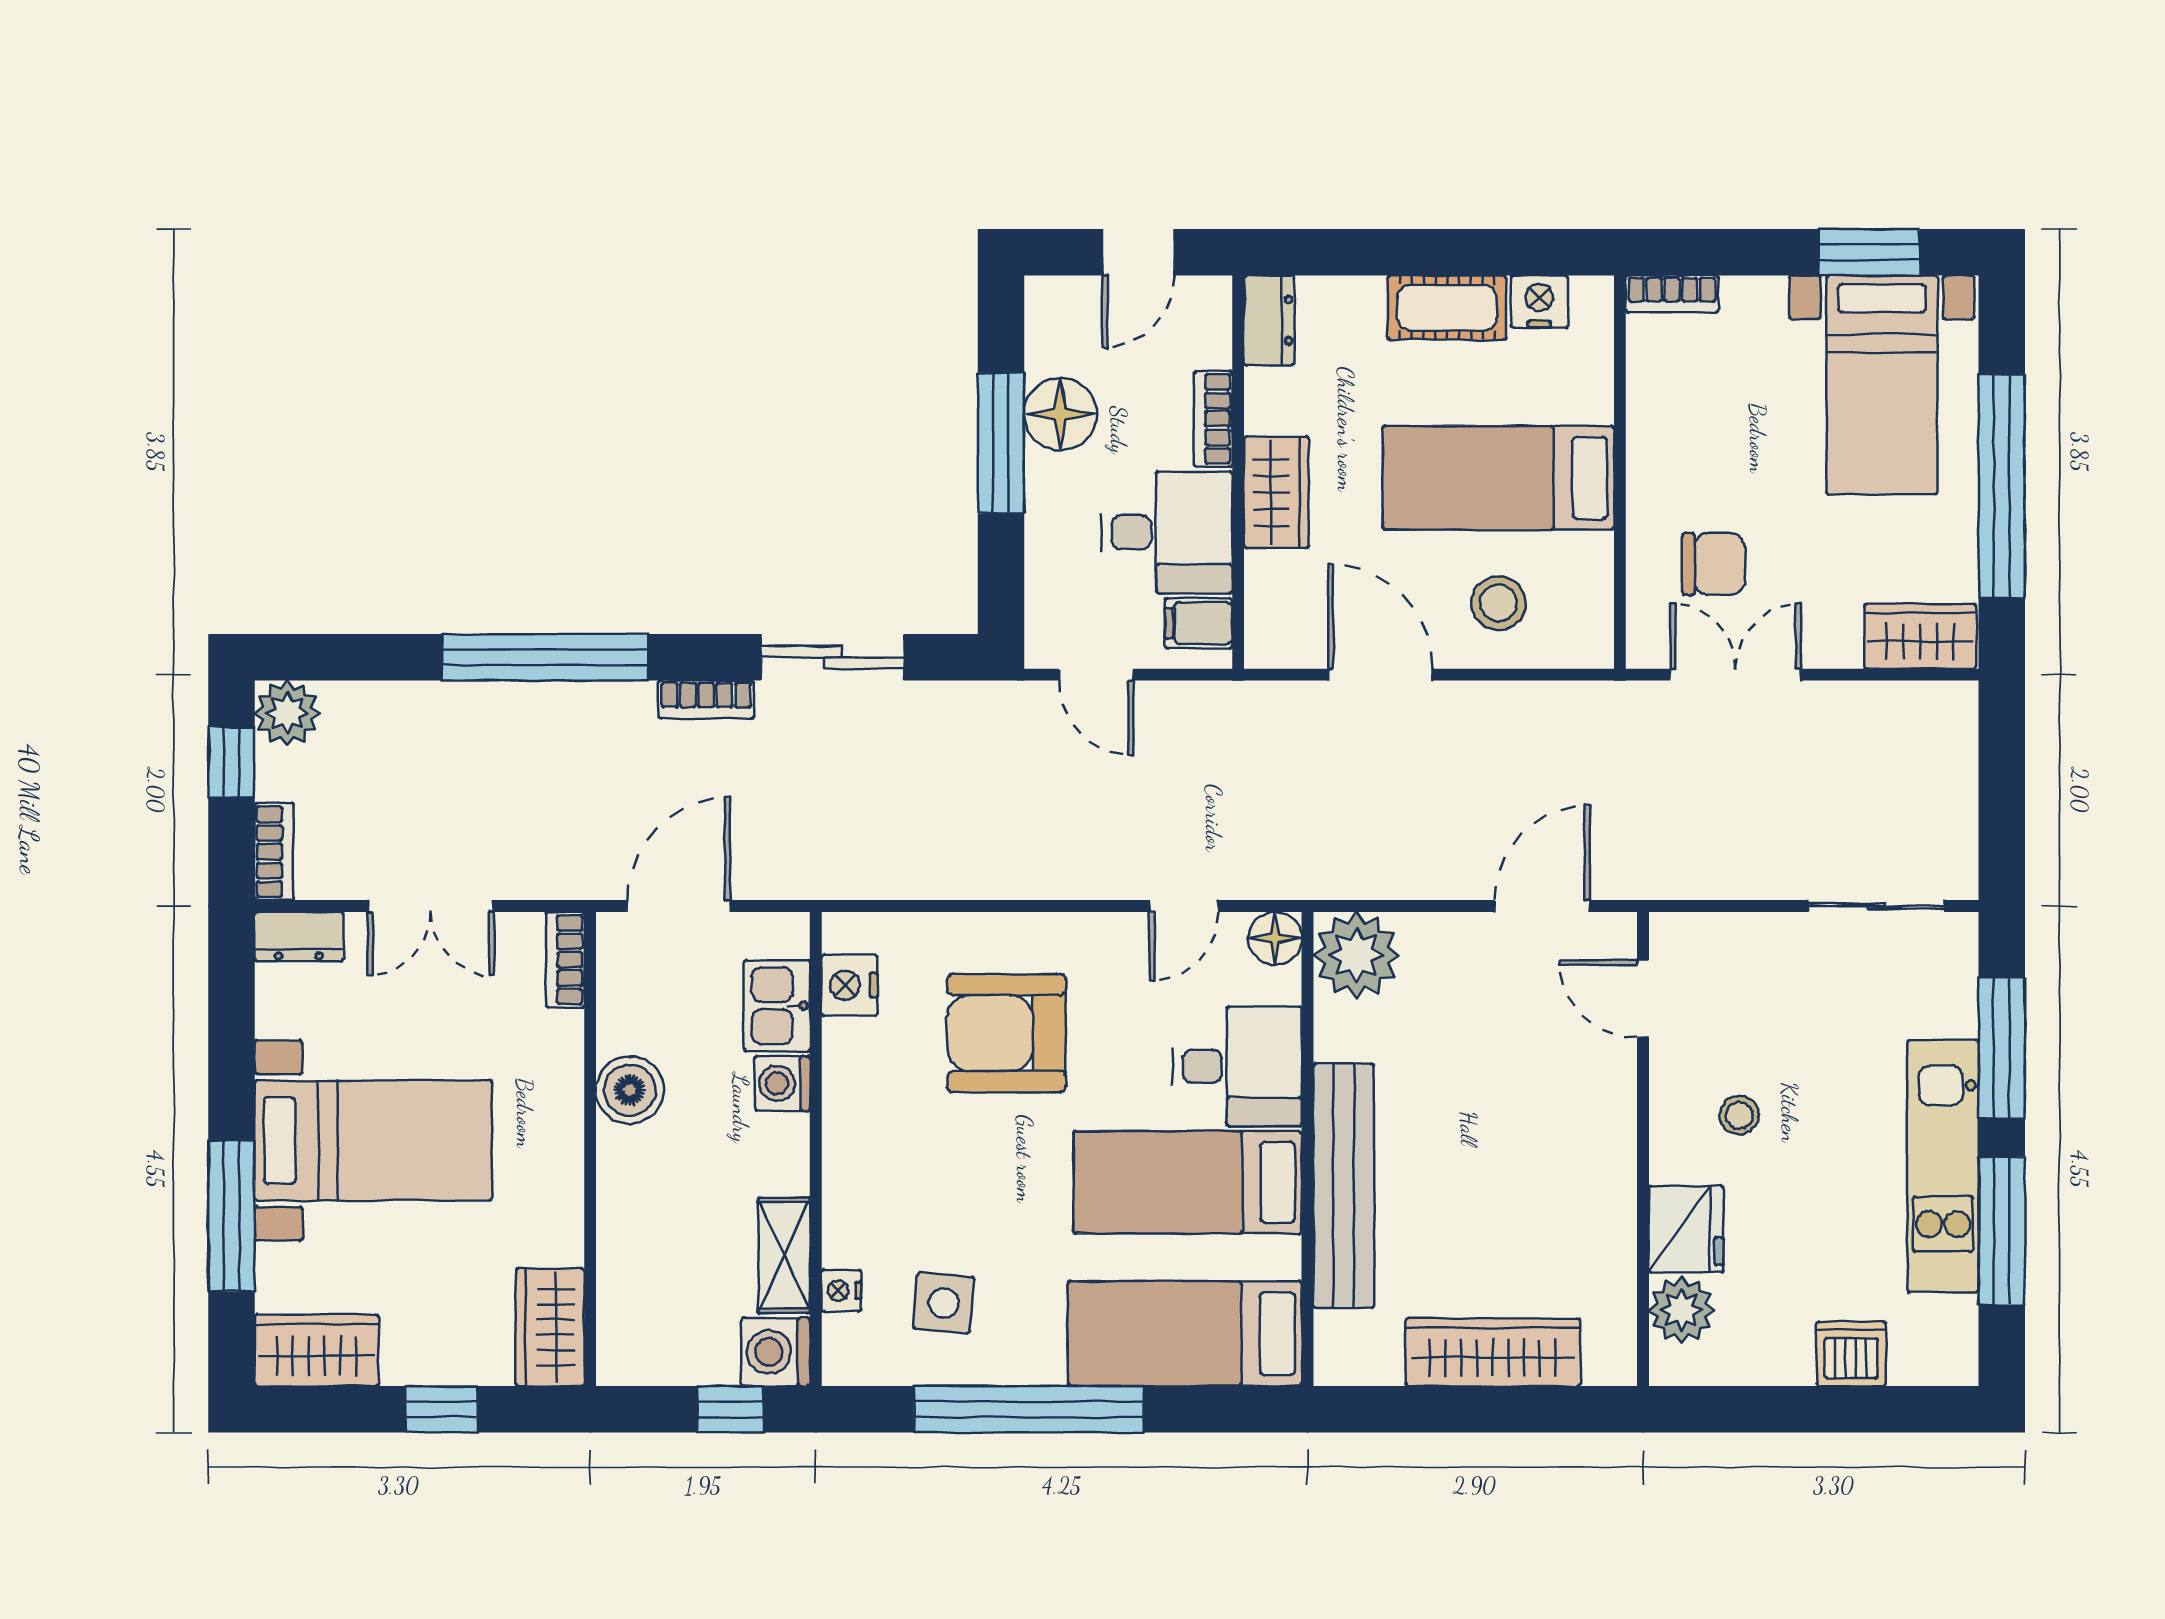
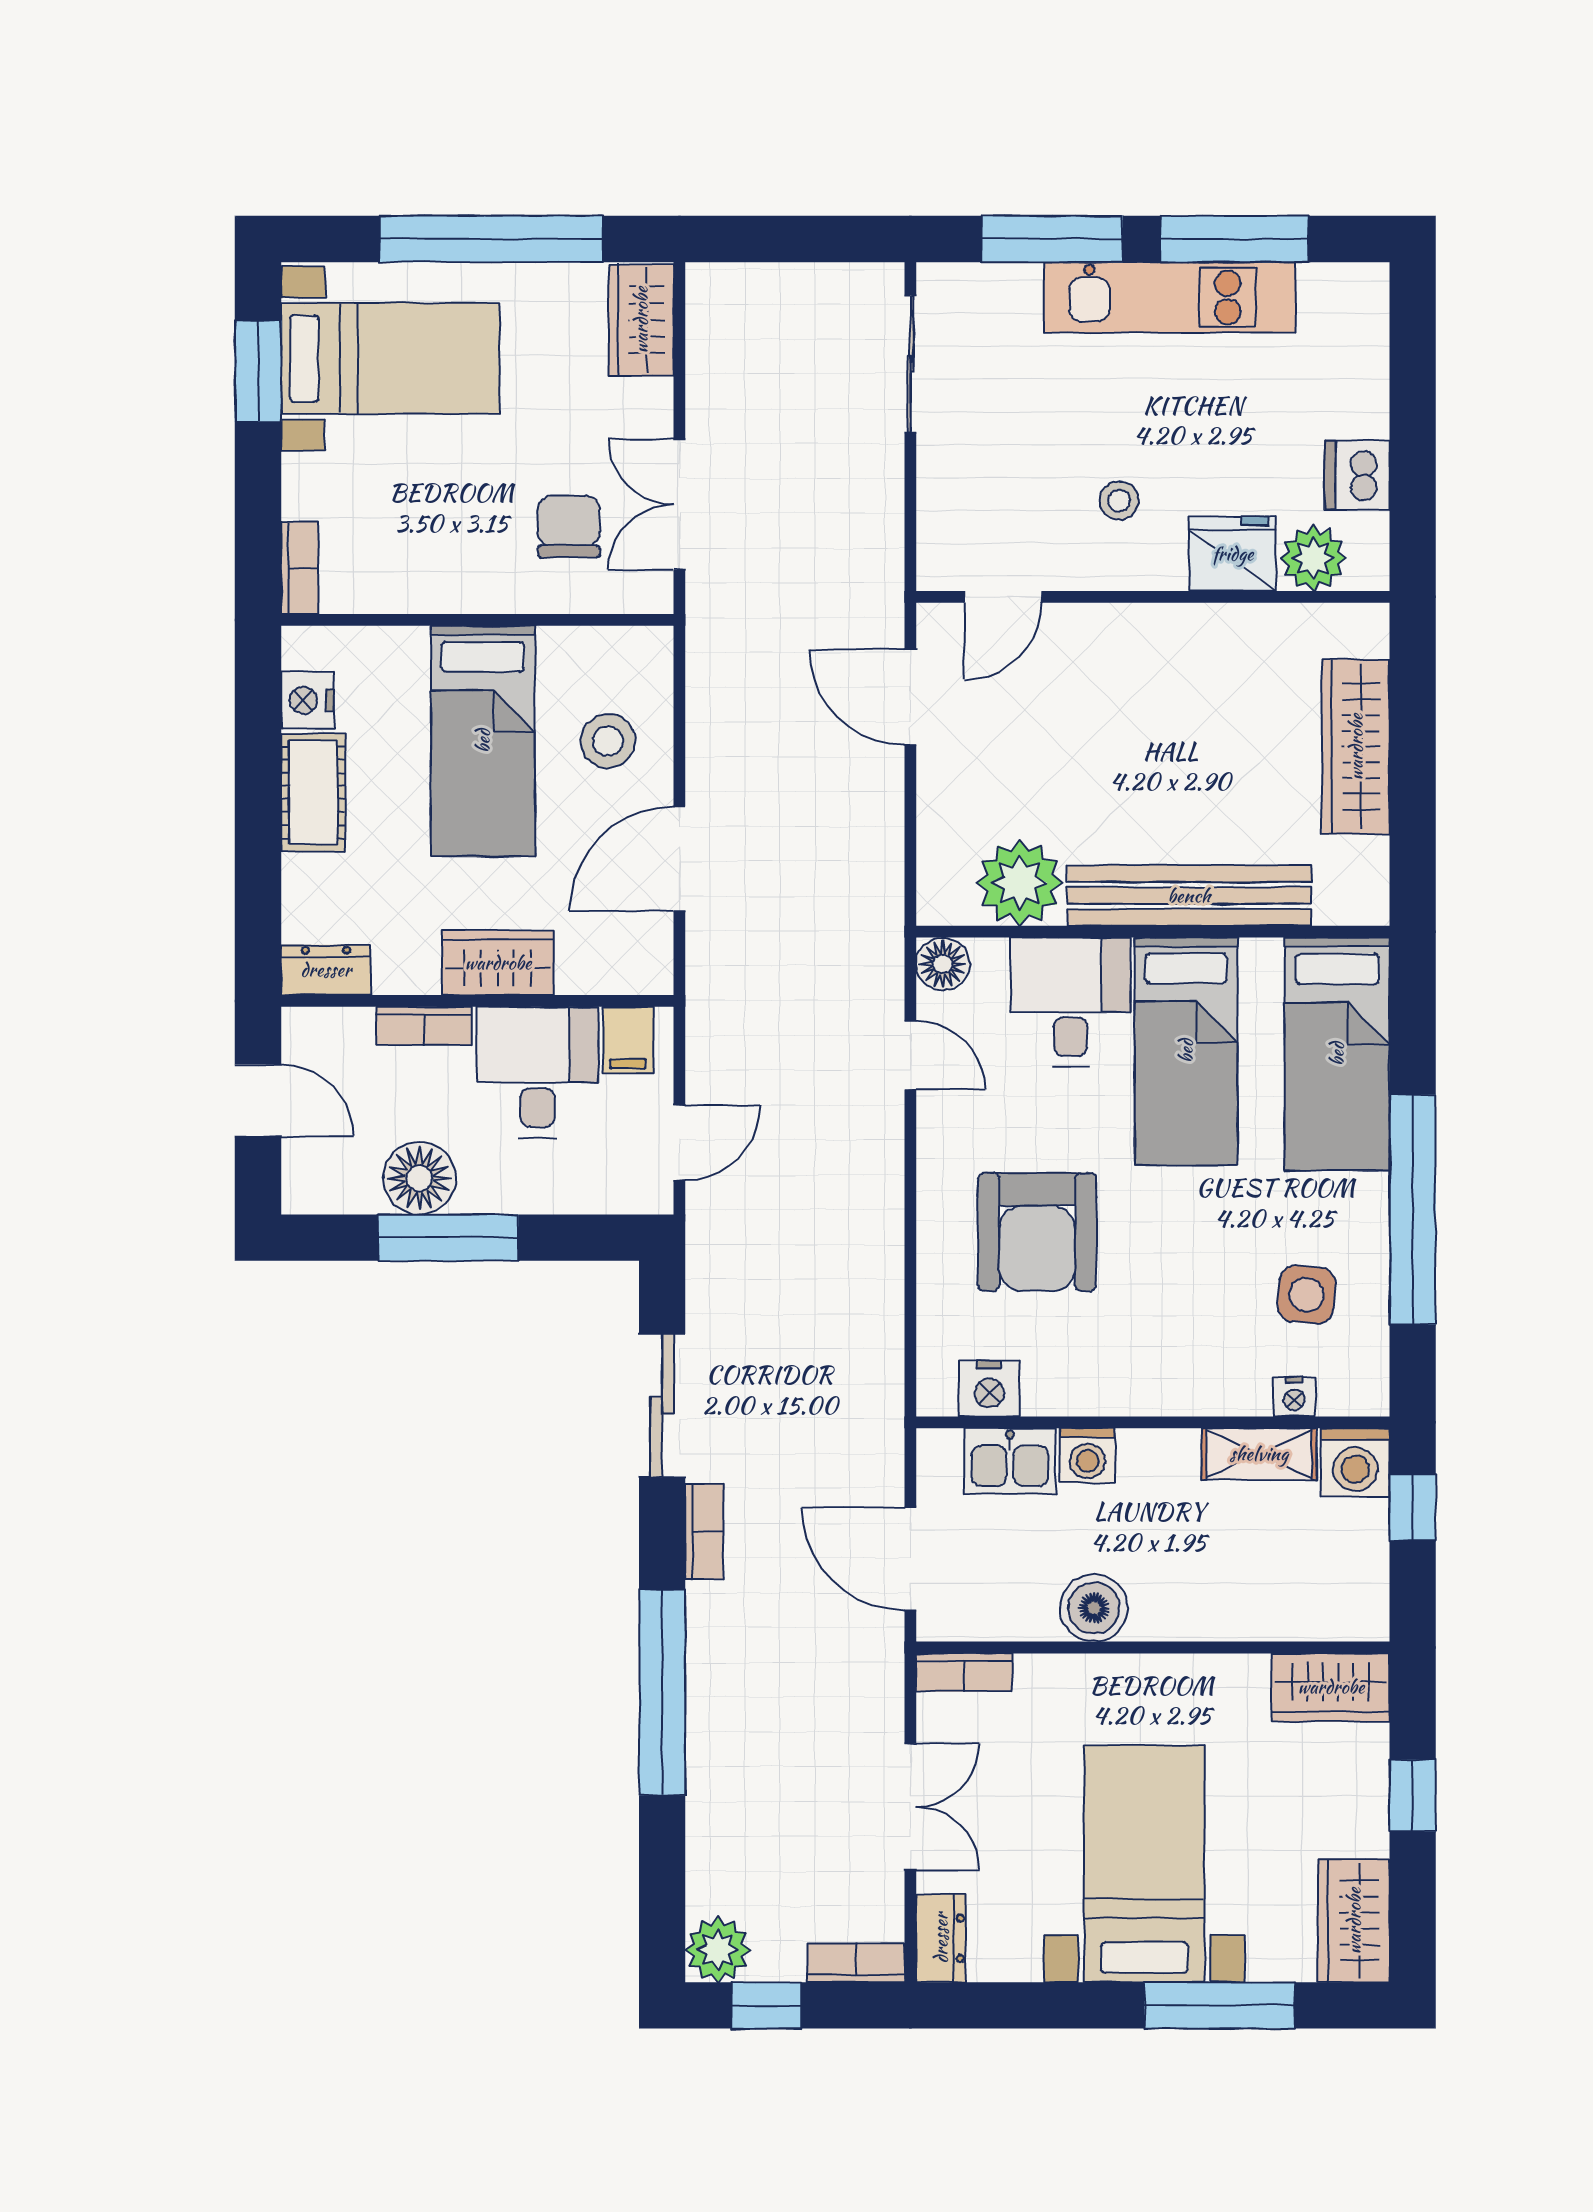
plant: (1356, 955) -> (1020, 883), moved
dishwasher: (1851, 1354) -> (1357, 475), moved

